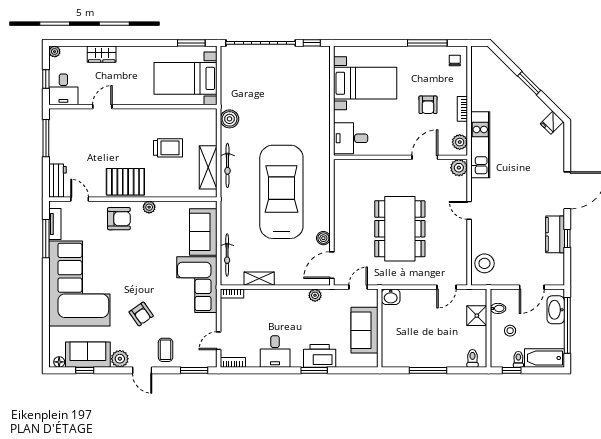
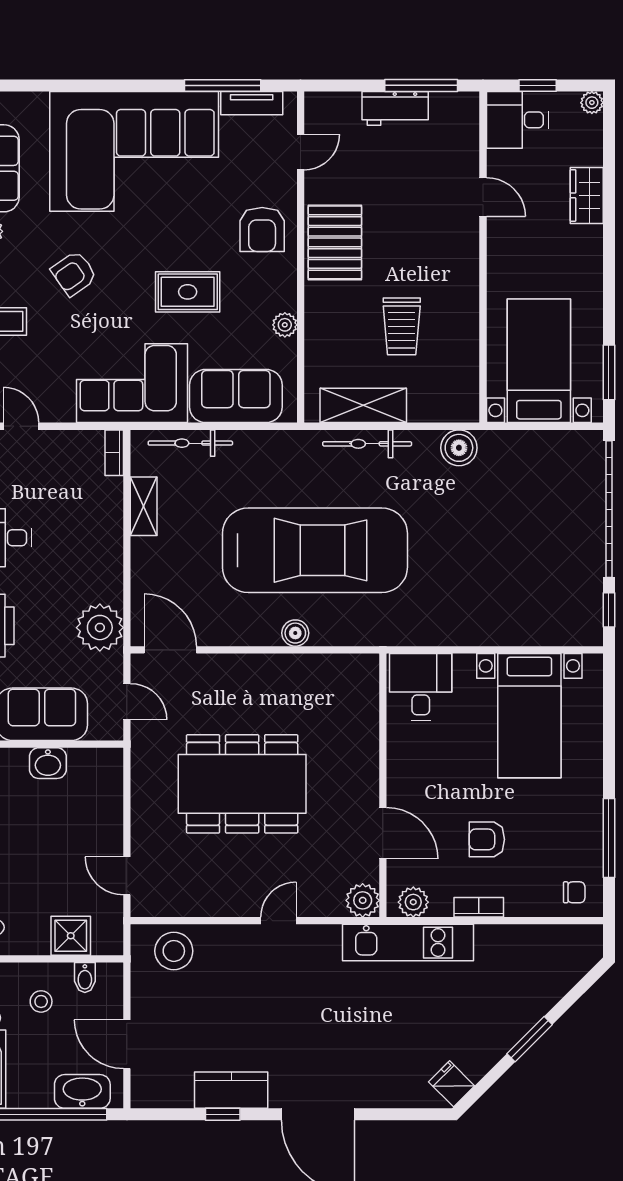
workbench: (58, 180) -> (395, 108), moved
plant: (149, 207) -> (285, 325), moved
boiler: (323, 238) -> (295, 633), moved
rug: (150, 256) -> (188, 292), added
plant: (315, 295) -> (100, 628), width x1.88, depth x1.88
washbasin: (391, 297) -> (48, 763), moved, turned -90

